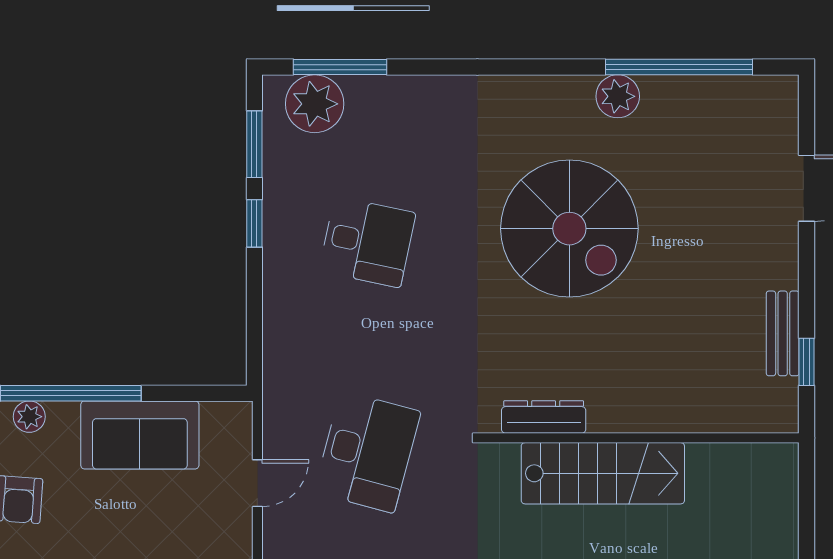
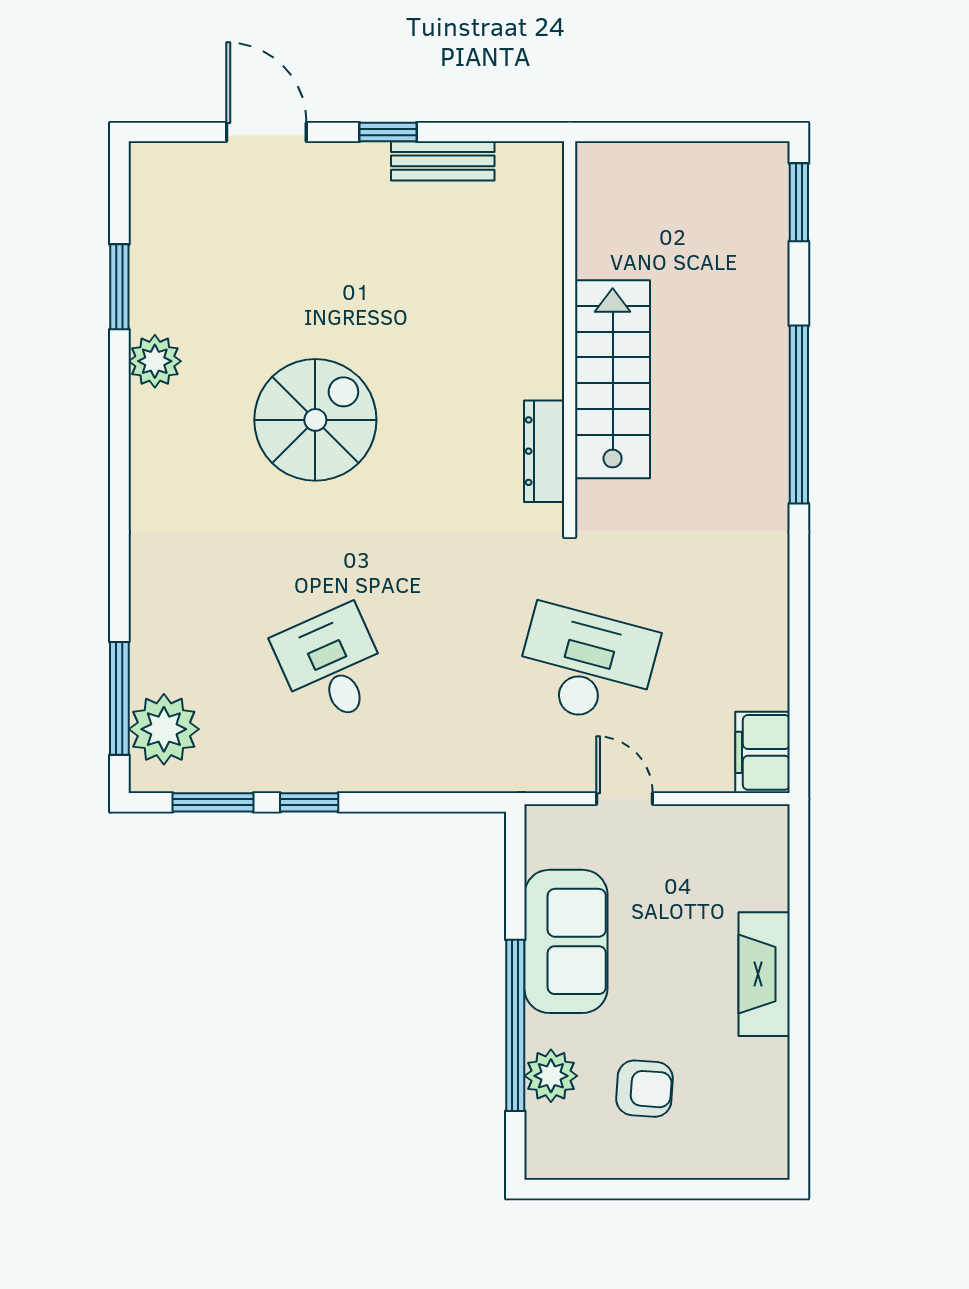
window: (679, 67) -> (119, 287), width x0.47
spiral stairs: (569, 229) -> (315, 420), width x0.73, depth x0.73
desk: (367, 242) -> (332, 665), turned -36
window: (806, 362) -> (388, 132), moved
plant: (29, 417) -> (551, 1076), width x1.38, depth x1.38

